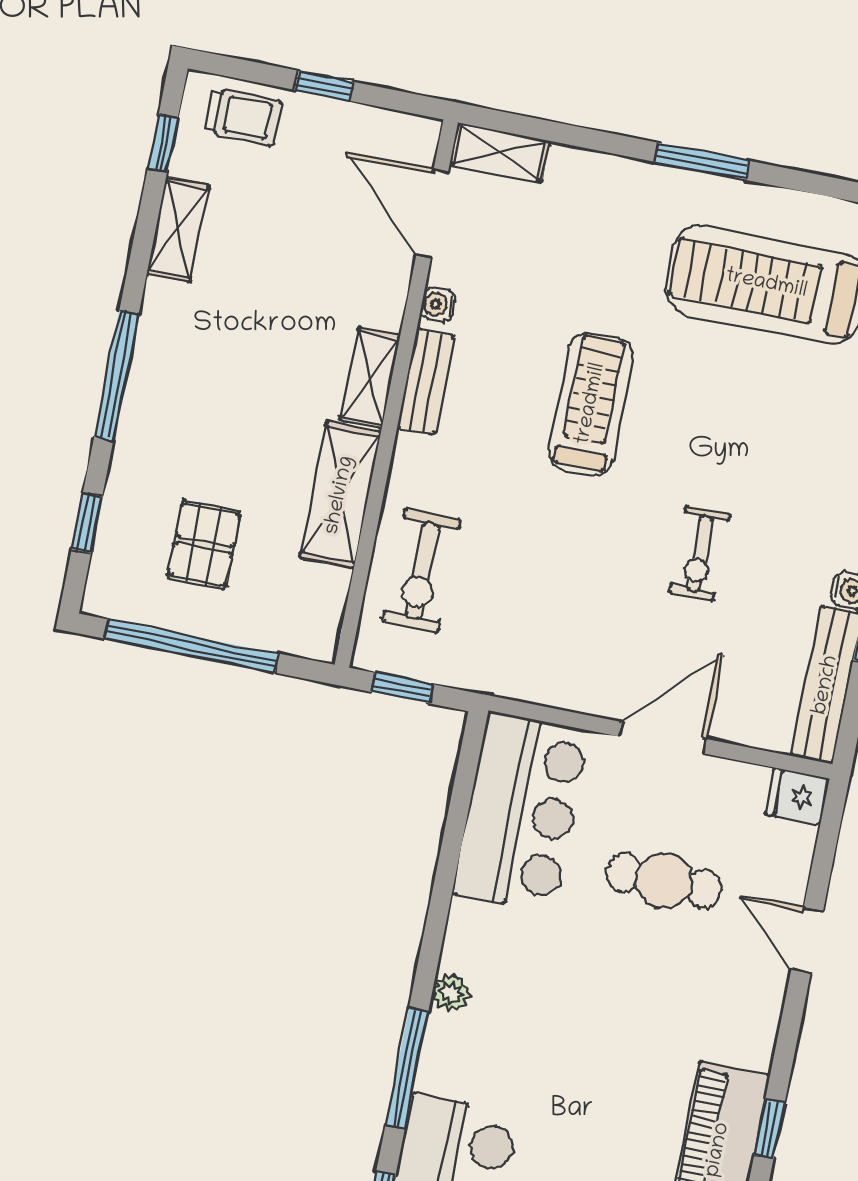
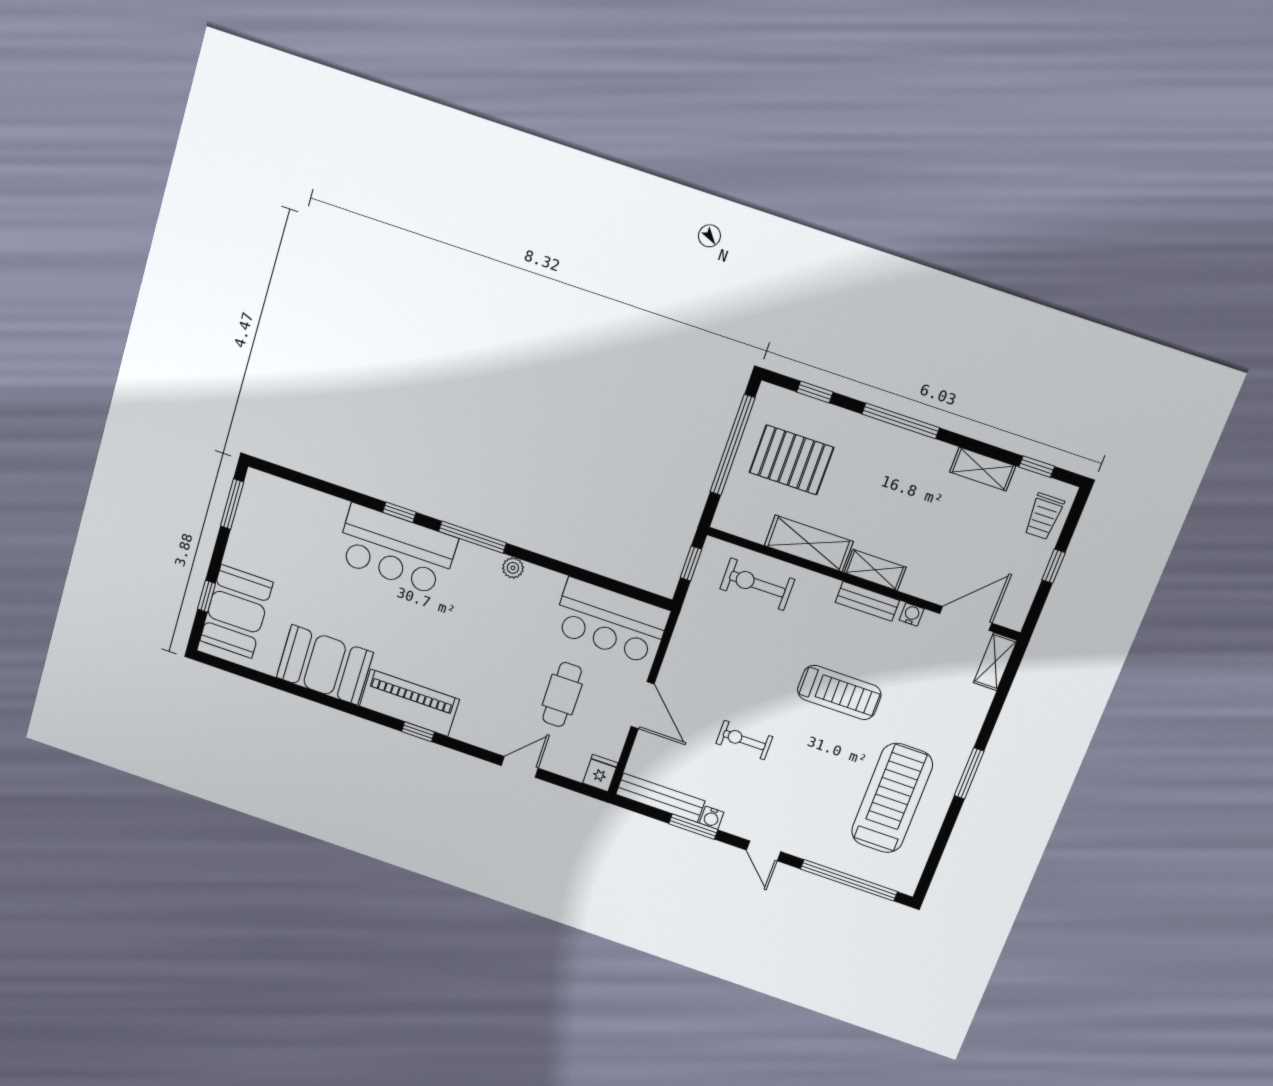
pallet: (204, 545) -> (791, 460), width x1.50, depth x1.42

